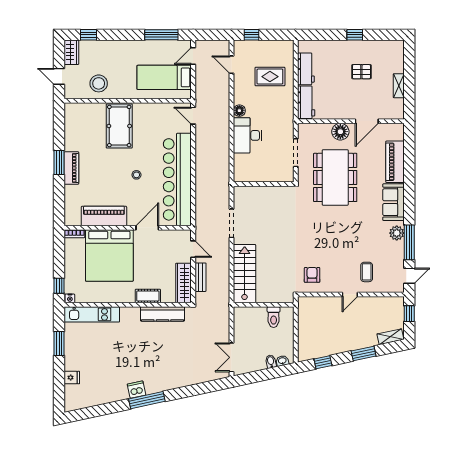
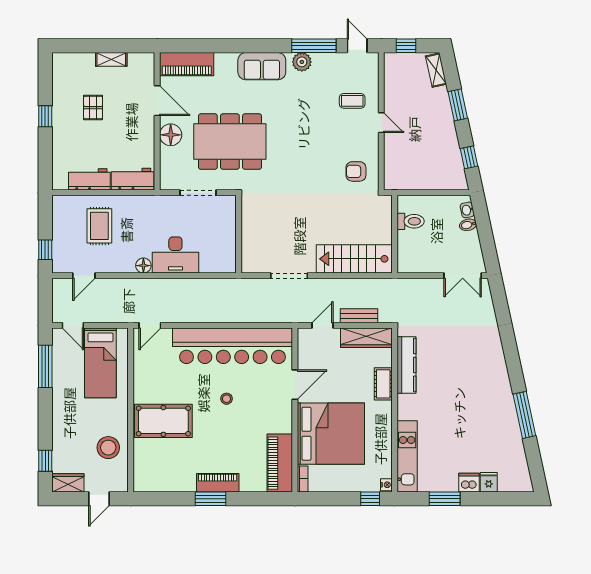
piano: (395, 162) -> (187, 64), moved
piano: (104, 216) -> (280, 463), moved
door: (147, 228) -> (295, 385), swing flipped
dishwasher: (137, 390) -> (469, 483), moved, turned 102
window: (147, 400) -> (524, 415), moved

